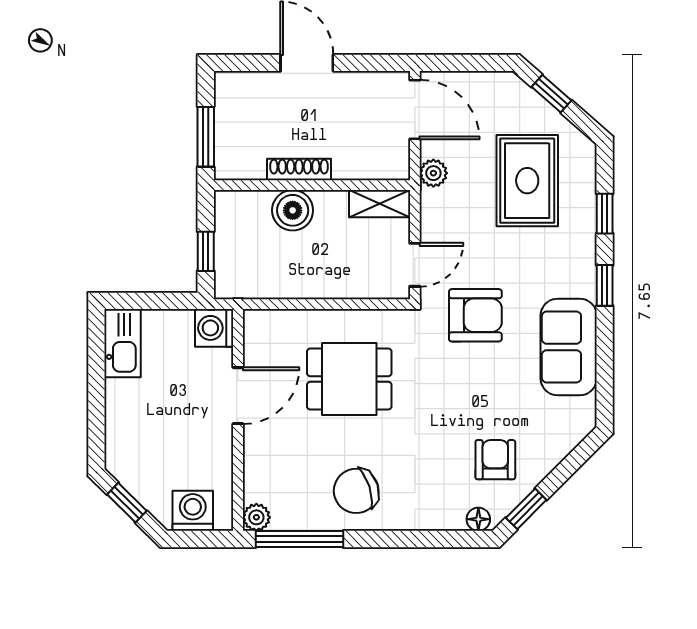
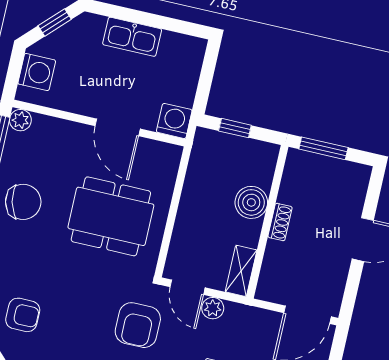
shoe rack: (299, 169) -> (280, 222), width x0.70
plant: (433, 173) -> (213, 308), moved
kitchen sink: (123, 343) -> (132, 37), moved
dining table: (349, 379) -> (111, 216), width x1.38
chair: (356, 491) -> (23, 202), turned 95

